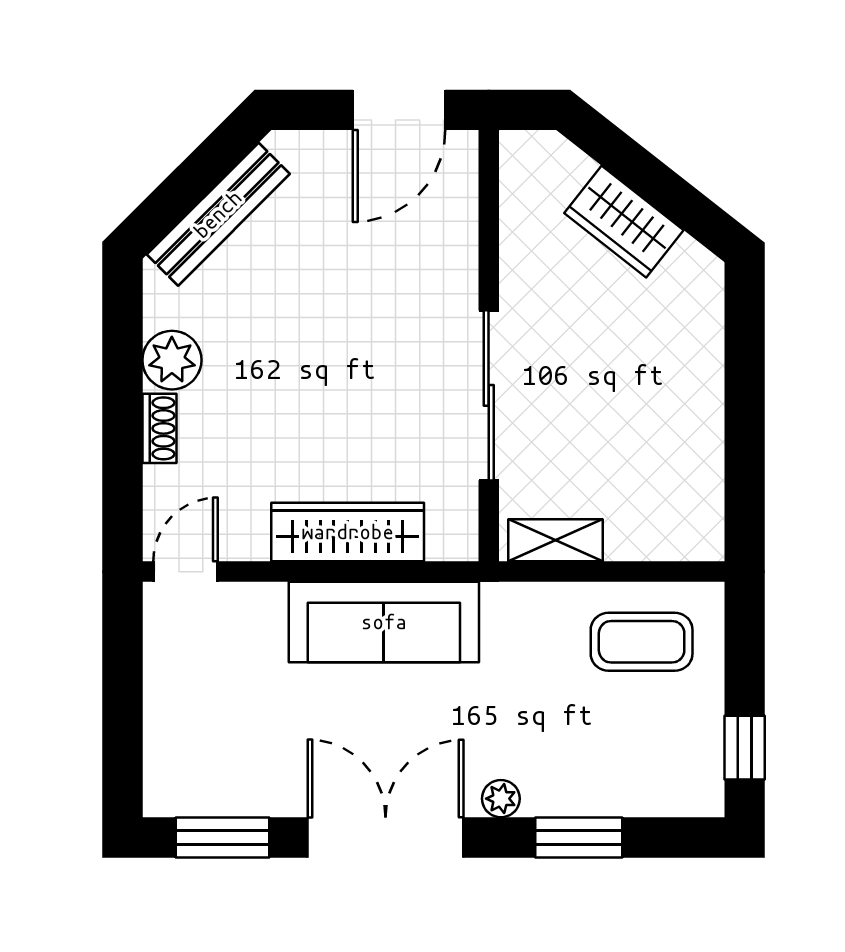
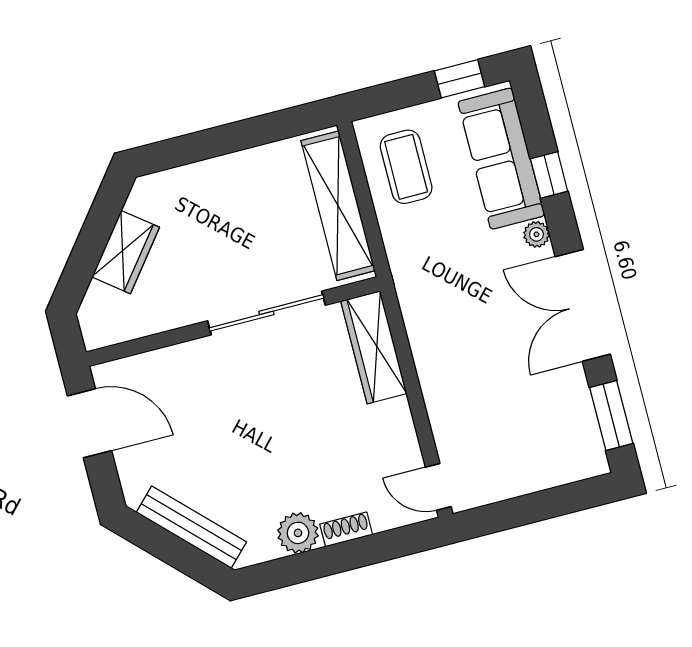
wardrobe: (348, 532) -> (374, 347), moved
shelving: (555, 540) -> (338, 206), width x2.20, depth x1.33
sofa: (384, 622) -> (501, 159), moved, turned 180
window: (579, 837) -> (549, 175), width x0.67

